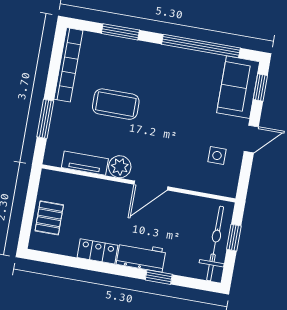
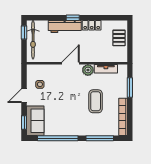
window: (120, 32) -> (100, 138), width x1.44
coffee table: (116, 104) -> (96, 101), turned 90
window: (234, 238) -> (24, 33), moved
workbench: (141, 257) -> (65, 26), width x1.38
window: (159, 277) -> (73, 18), moved

